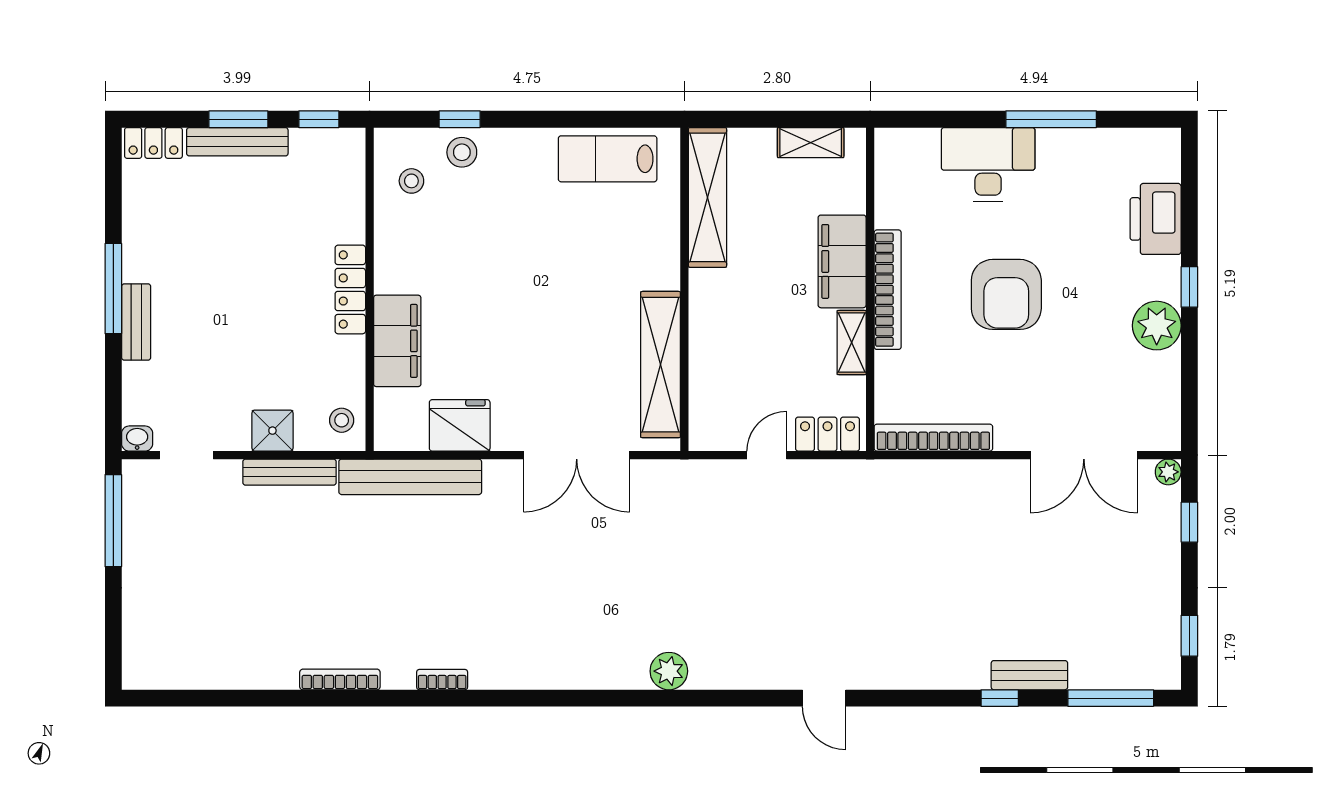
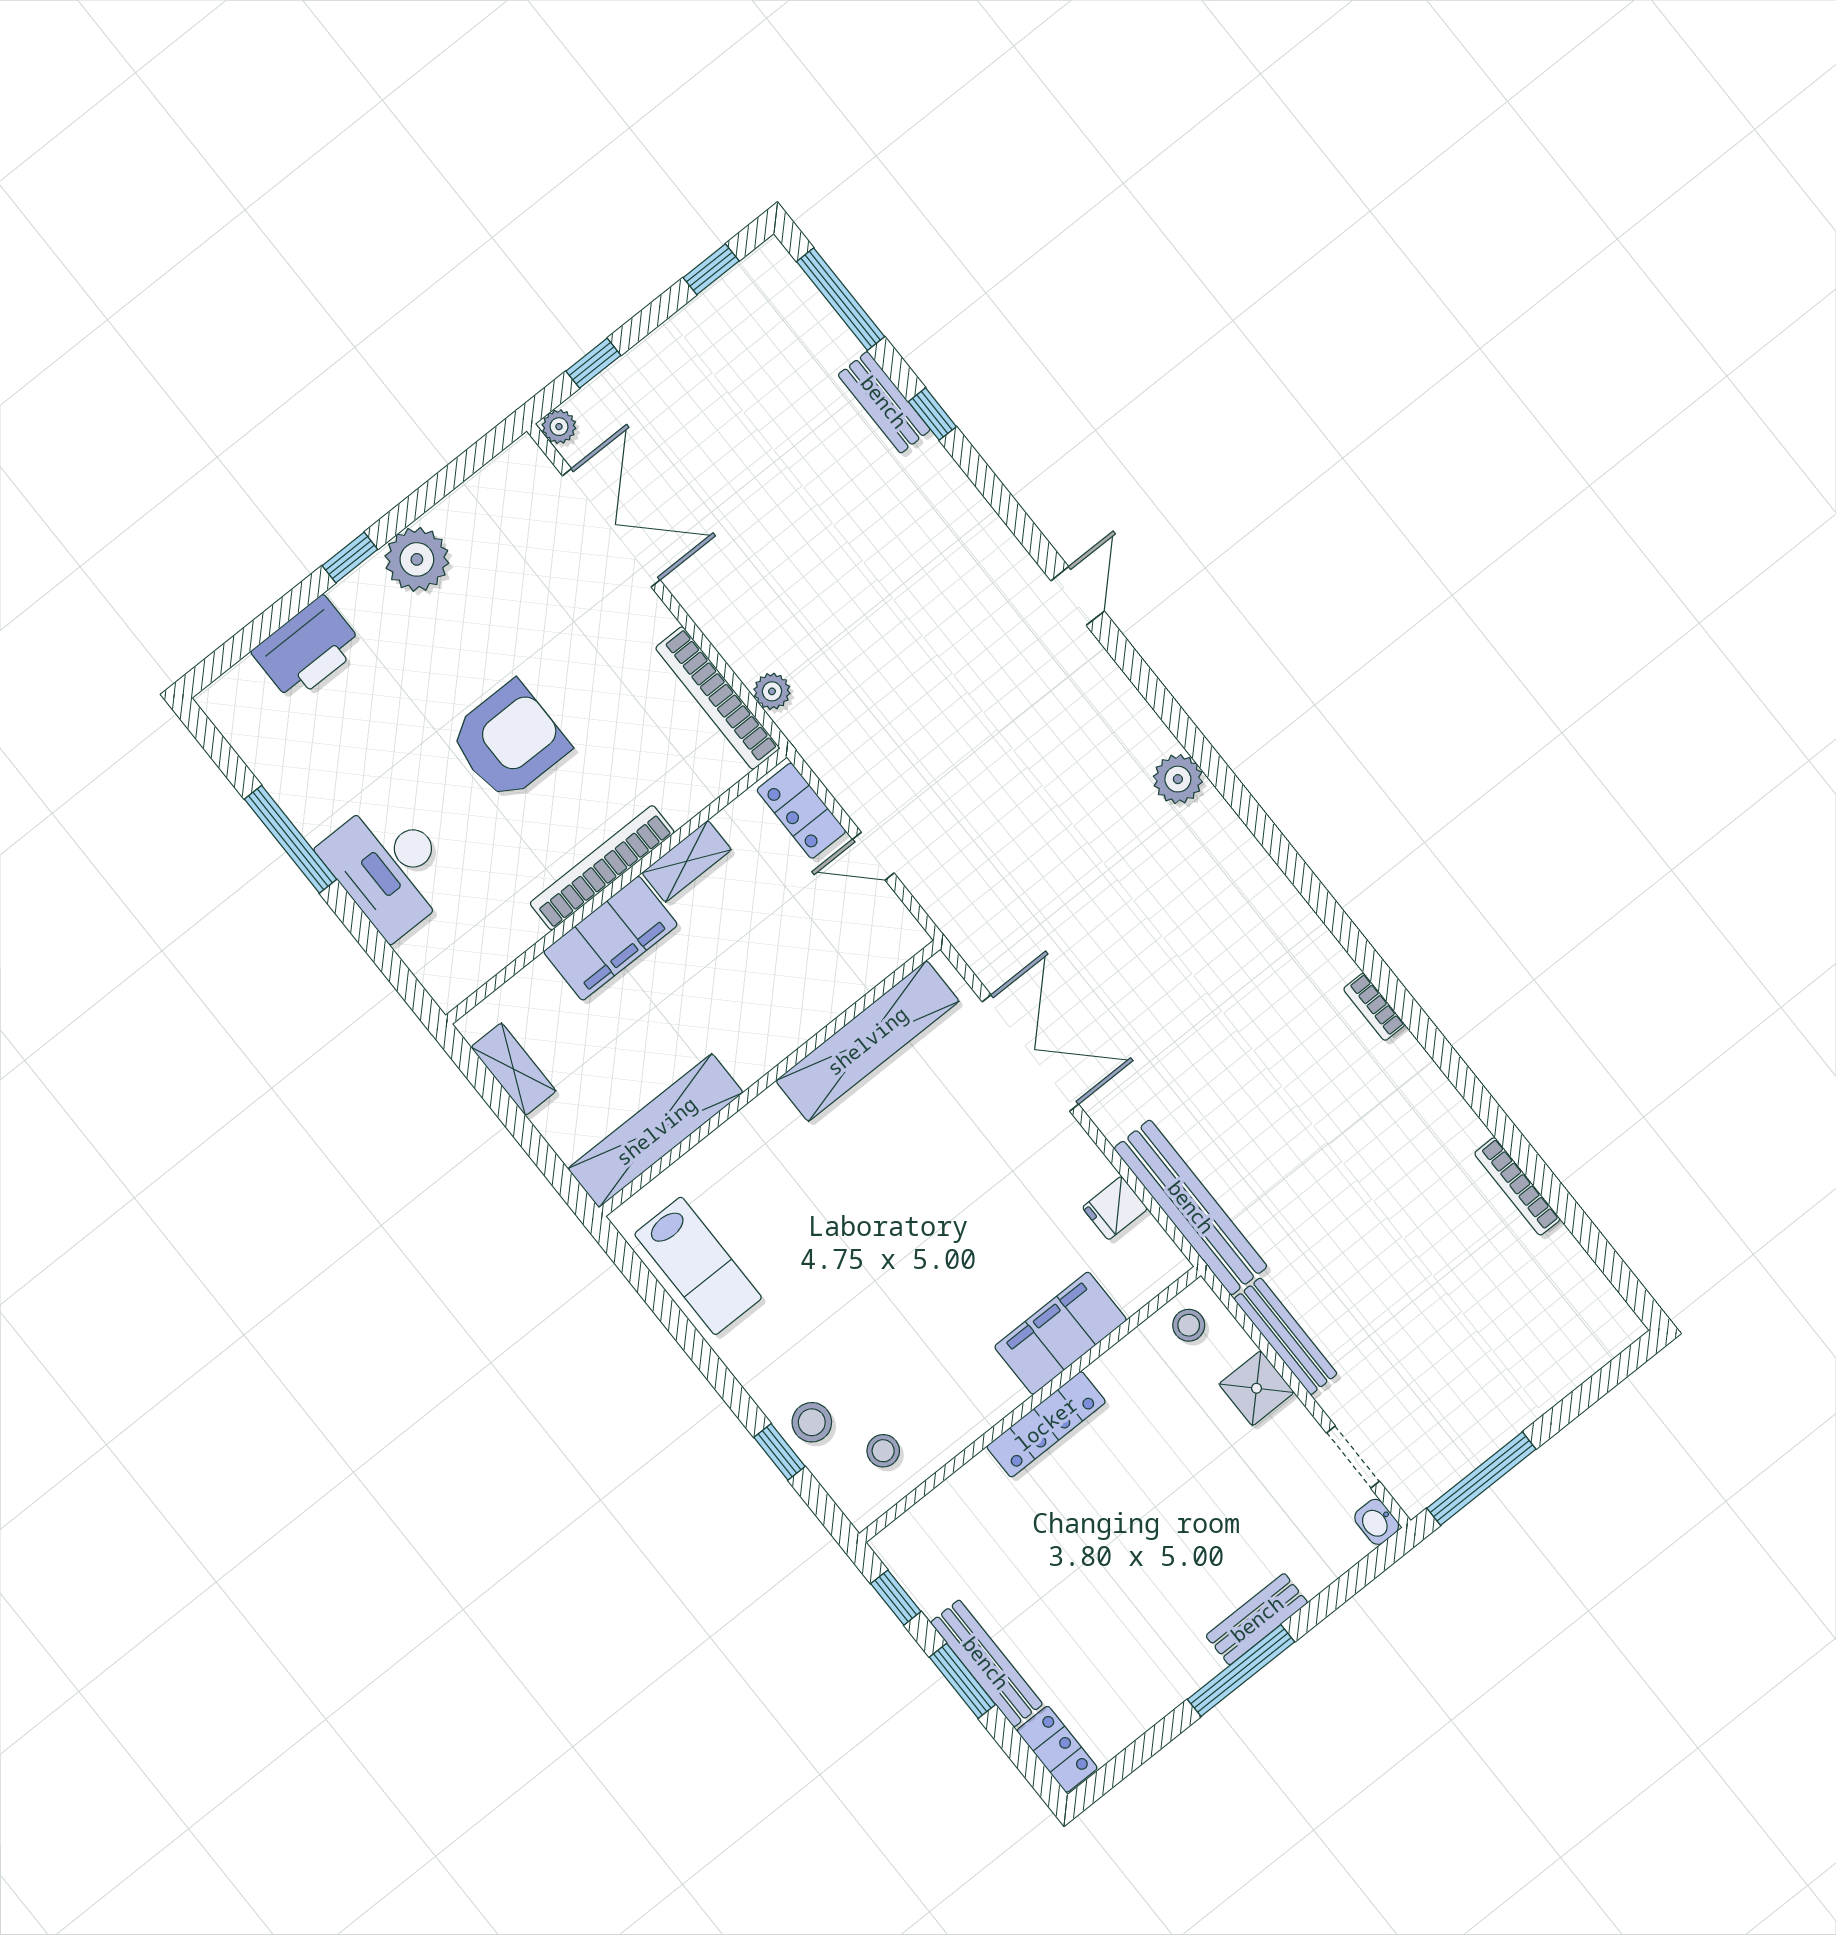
fridge: (460, 425) -> (1115, 1208), width x0.53, depth x0.75
plant: (912, 473) -> (772, 691), added
bookcase: (340, 679) -> (1517, 1186), moved

